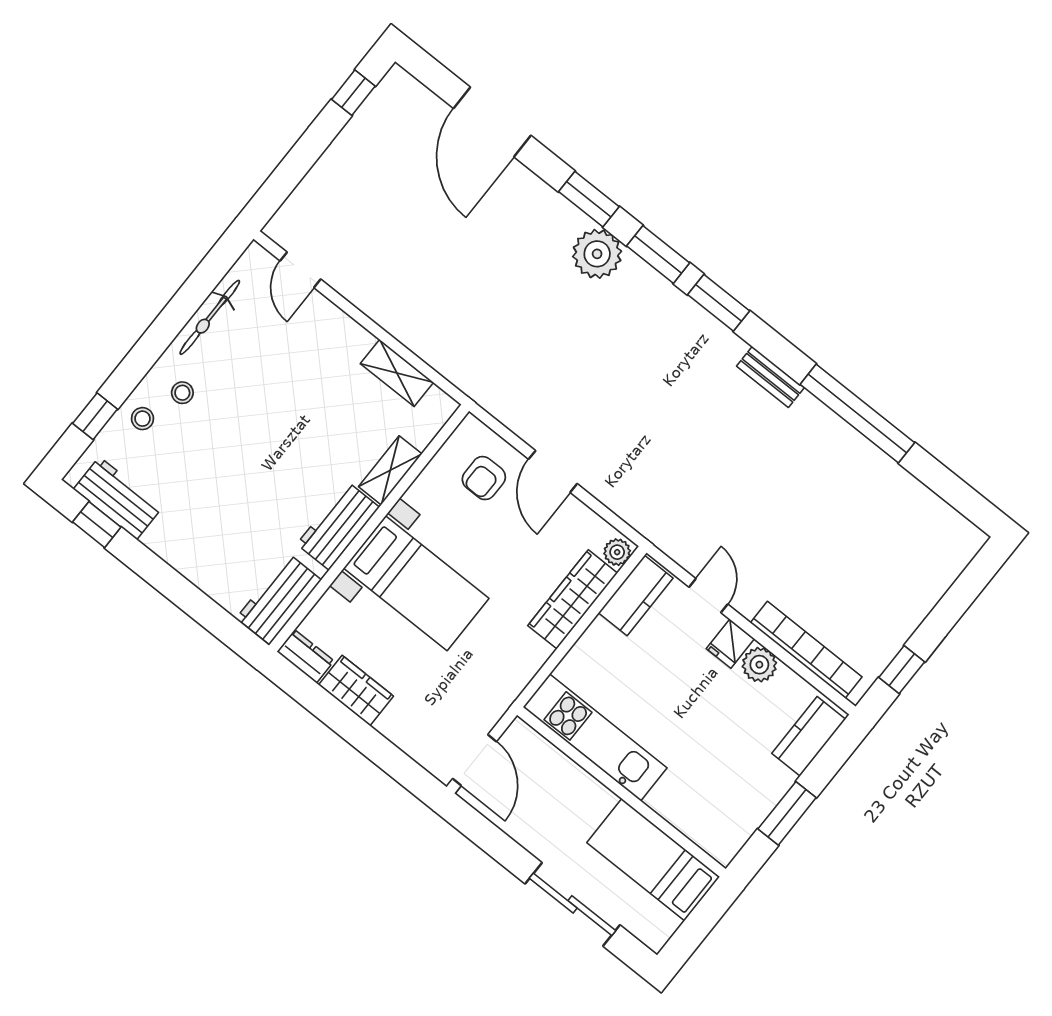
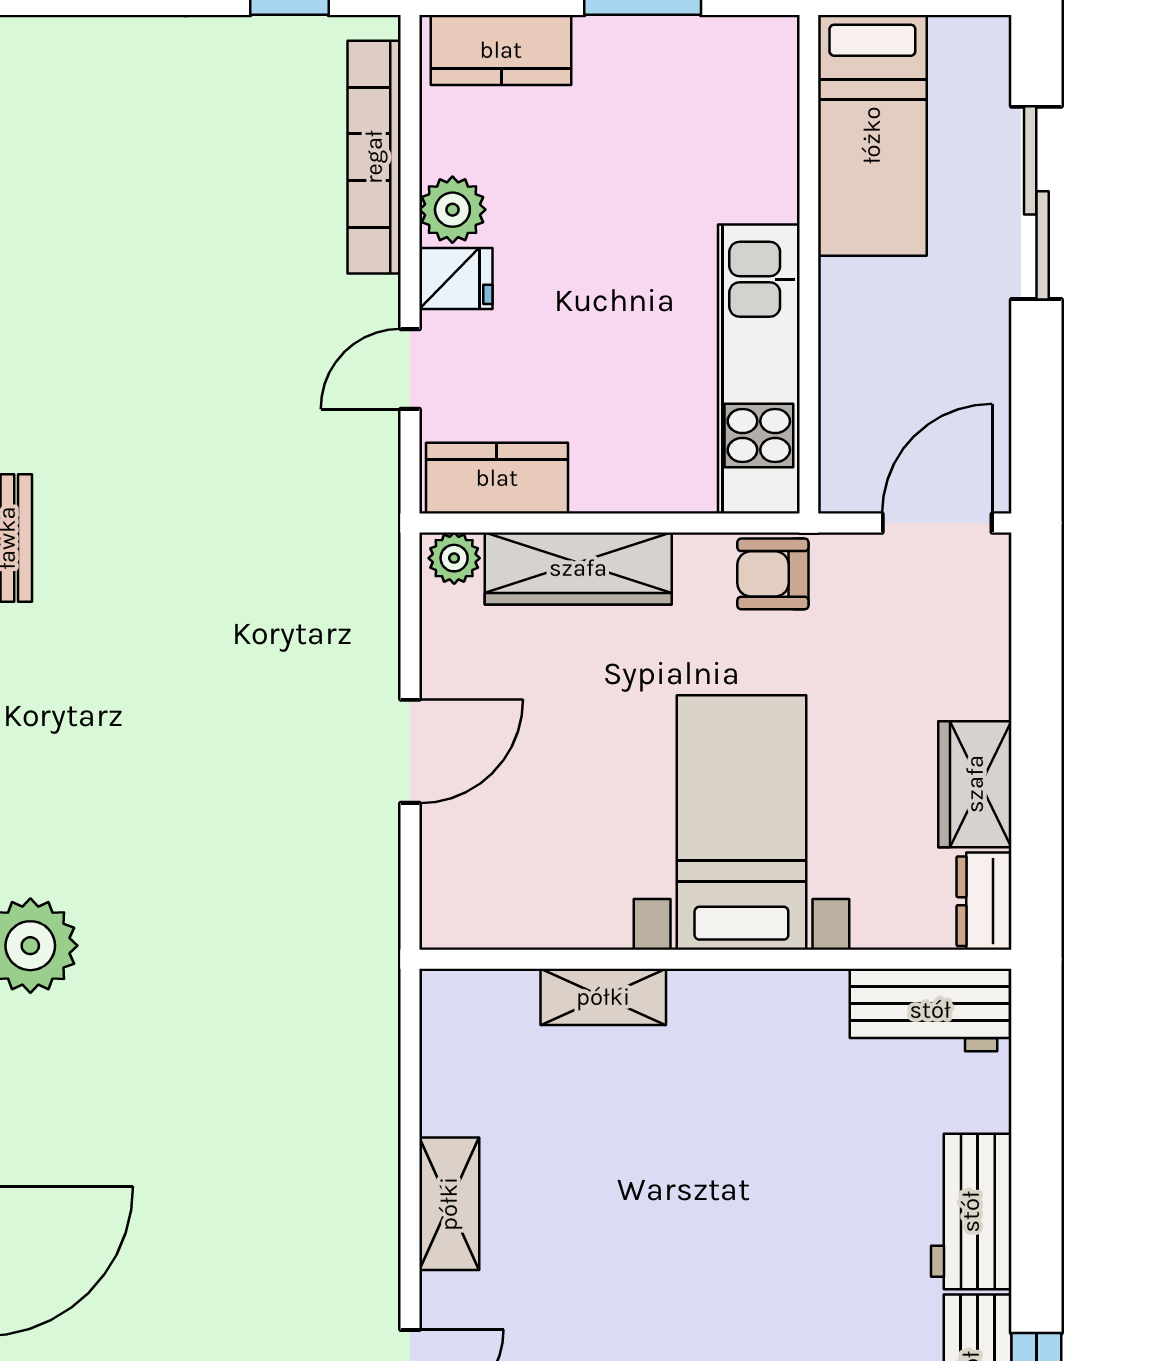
shelving: (397, 373) -> (449, 1204), moved
armchair: (484, 478) -> (773, 574), moved, turned 180
workbench: (338, 526) -> (971, 1212), moved, turned 90

